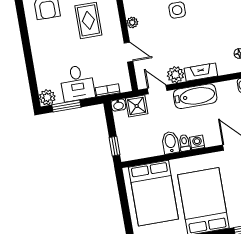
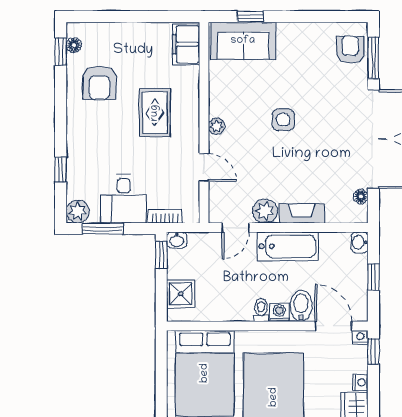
window: (31, 71) -> (61, 170), added
door: (157, 90) -> (236, 228), swing flipped
shower: (137, 106) -> (181, 294), moved
bidet: (170, 143) -> (301, 306), moved
window: (115, 146) -> (161, 255), moved

